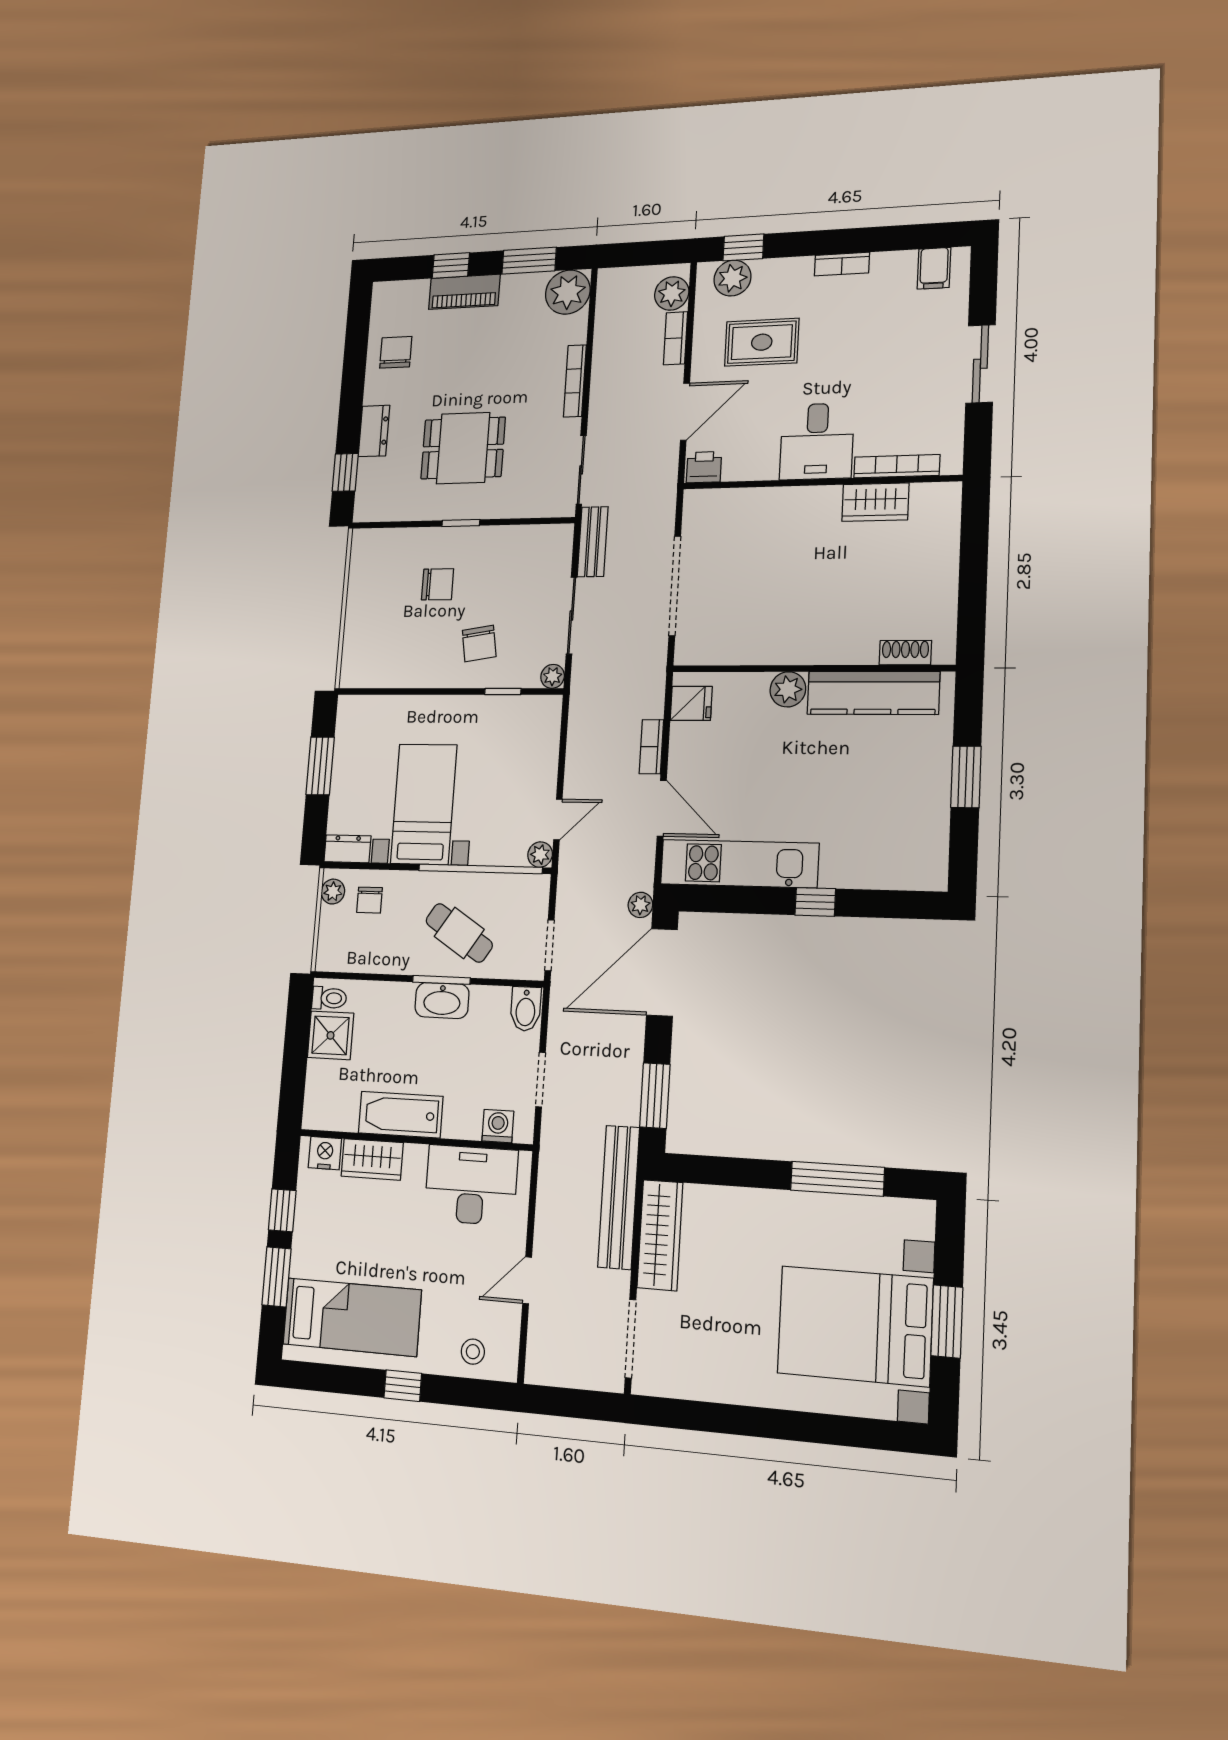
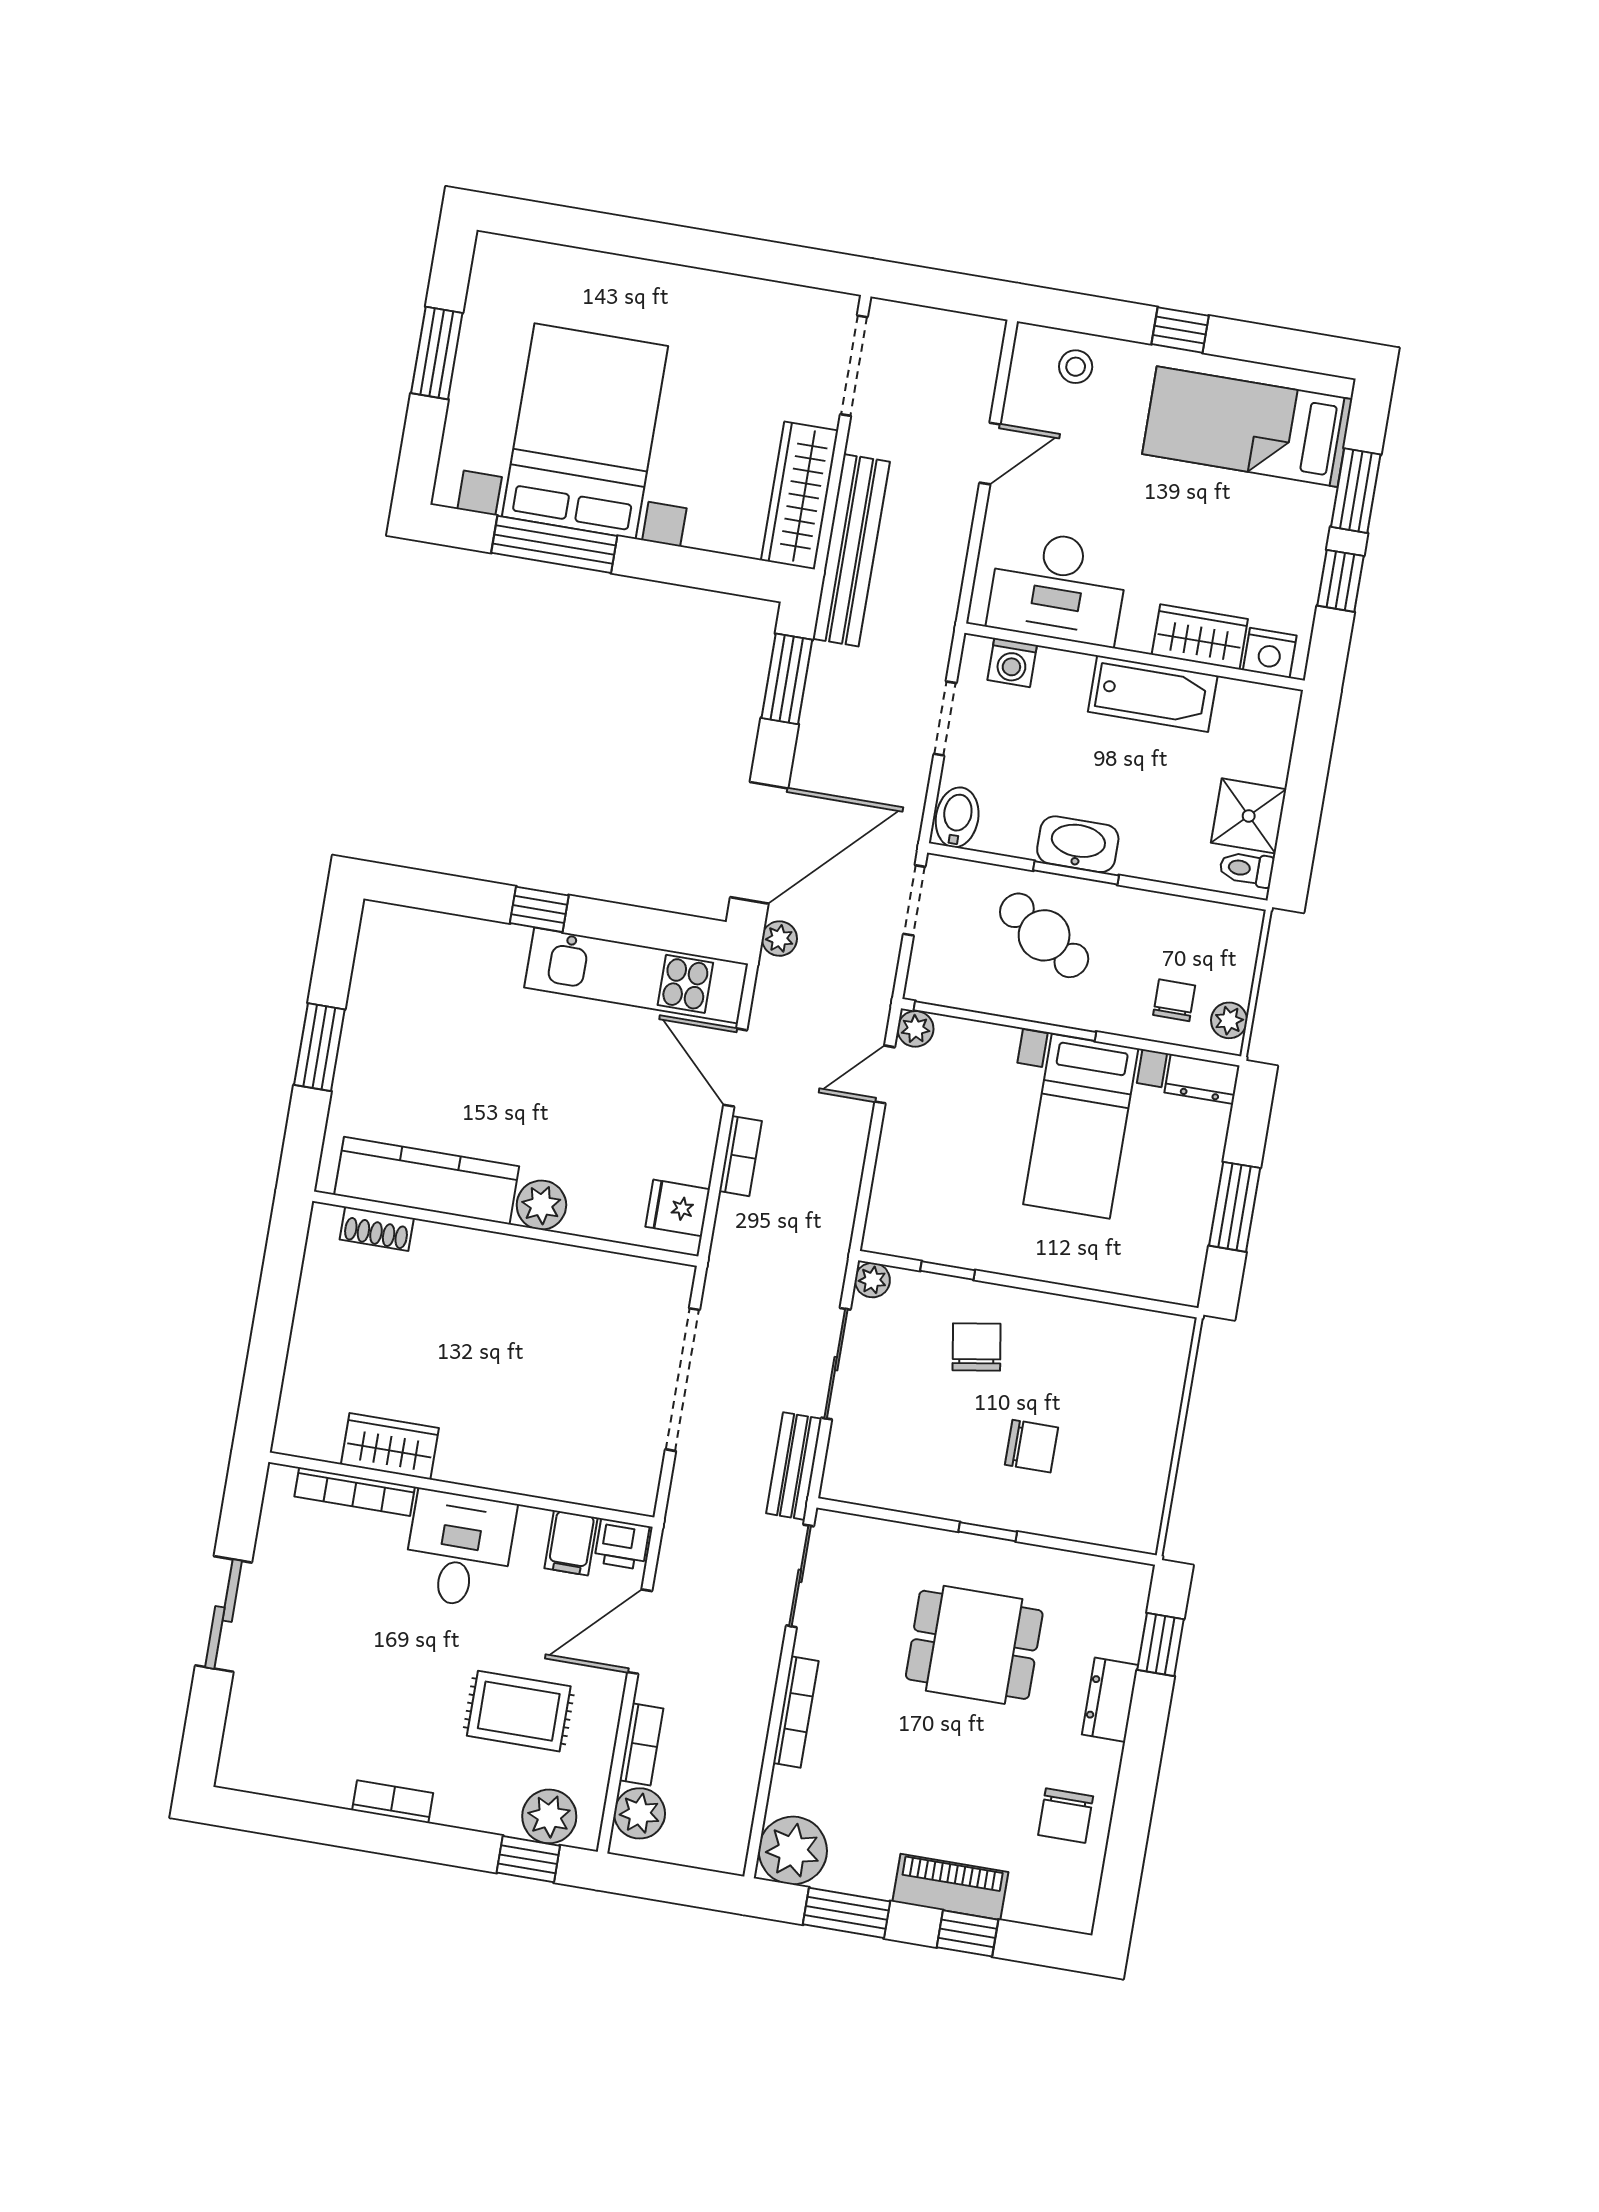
filing cabinet: (934, 268) -> (571, 1543), moved, turned 180
chair: (438, 584) -> (1032, 1446), turned 180
bed with nightstands: (855, 1326) -> (585, 431), moved, turned -90

